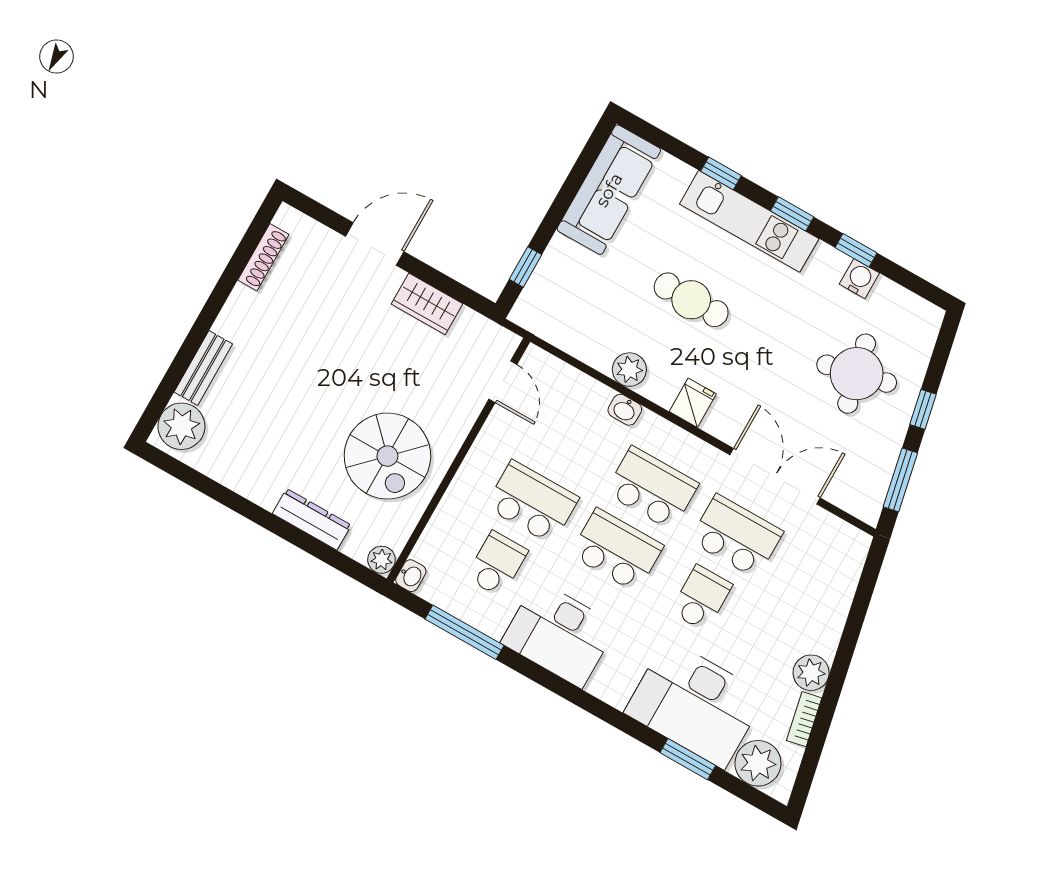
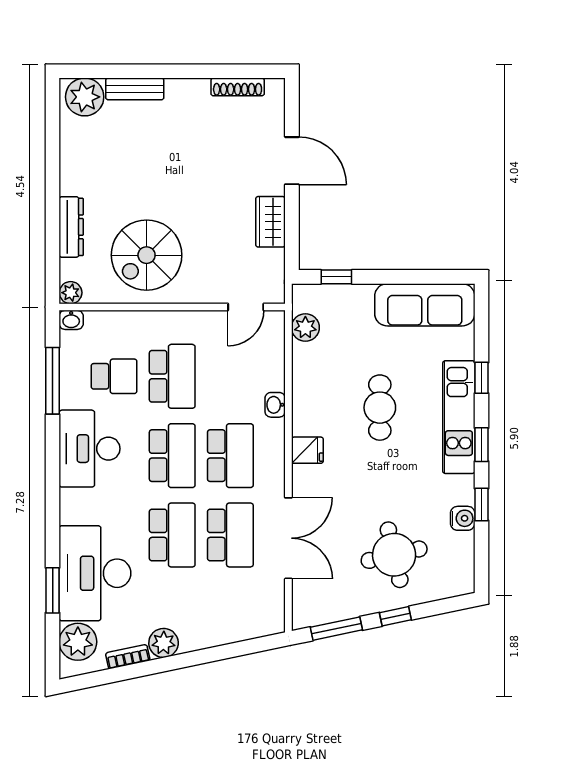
plant: (629, 370) -> (305, 328), moved
school desk: (701, 598) -> (172, 535), width x1.85

